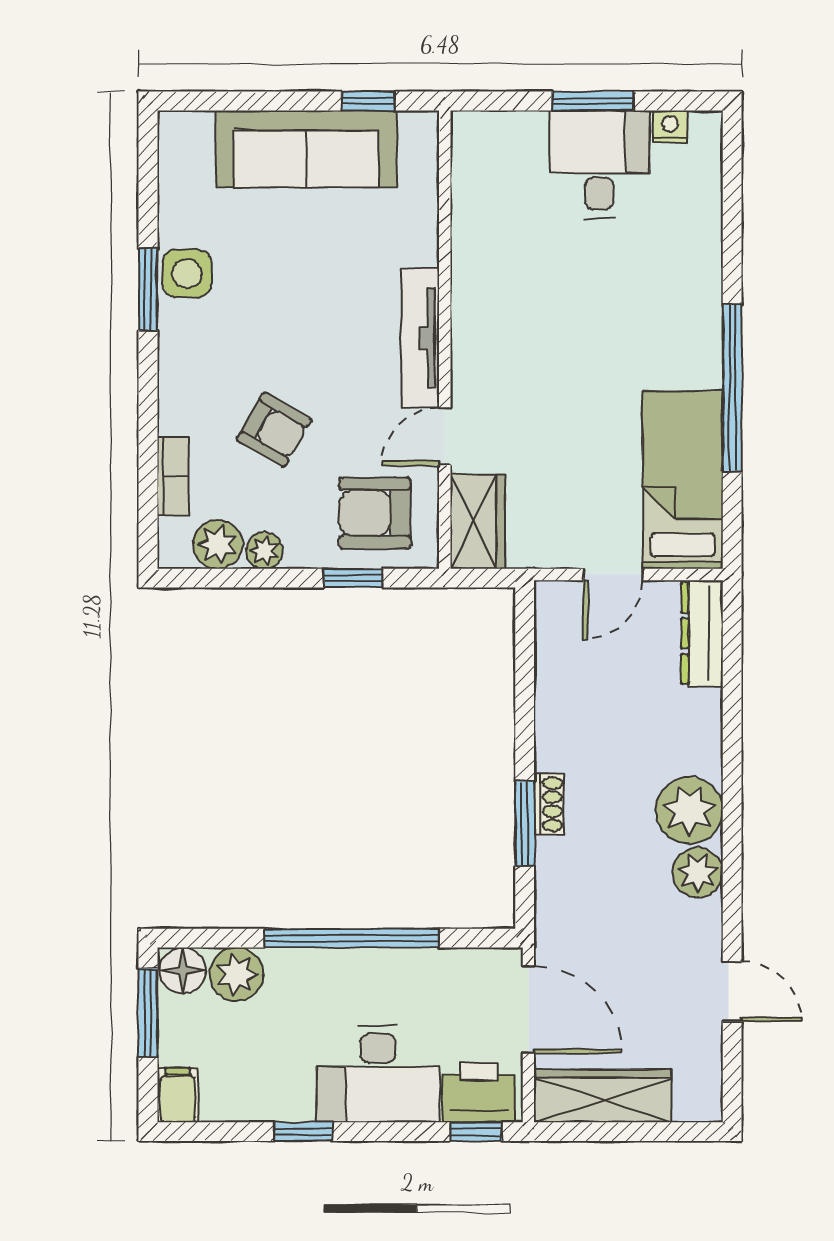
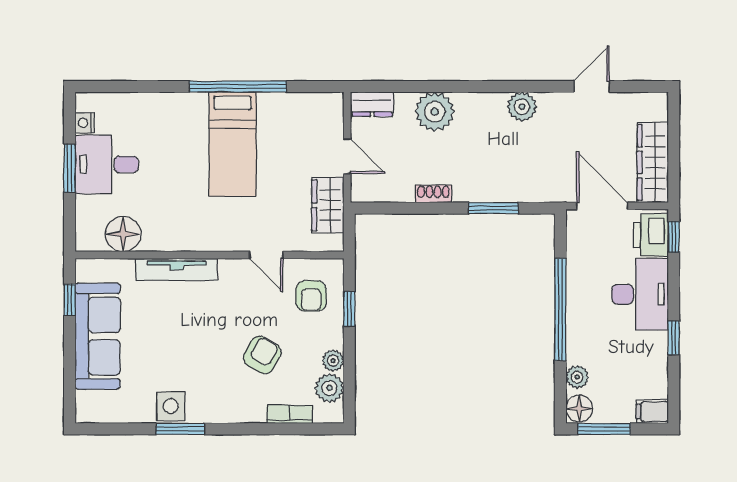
floor lamp: (481, 192) -> (123, 234), added
tv unit: (420, 338) -> (177, 269), moved
bed: (683, 480) -> (233, 144), moved, turned -90
armchair: (375, 513) -> (311, 296), width x0.72, depth x0.72
wardrobe: (478, 522) -> (328, 205), moved, turned -90
dresser: (702, 633) -> (372, 104), width x0.70
shoe rack: (549, 804) -> (433, 194), moved
plant: (689, 810) -> (435, 112), moved
plant: (236, 974) -> (577, 377), width x0.73, depth x0.73
door: (528, 1010) -> (602, 206), hinge flipped

